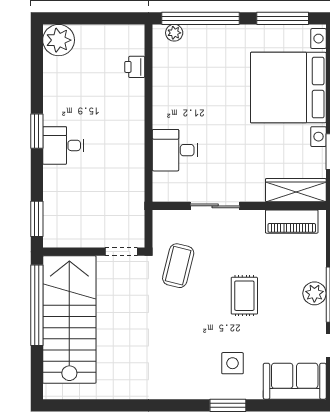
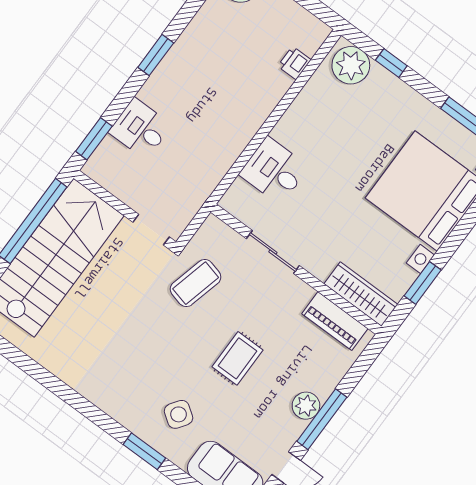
window: (200, 18) -> (391, 63), width x0.32
plant: (174, 33) -> (351, 65), width x1.87, depth x1.87
desk: (63, 145) -> (140, 129), moved
side table: (232, 363) -> (179, 414), turned 35

